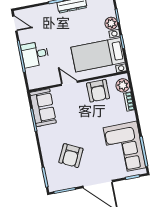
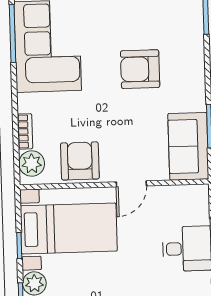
door: (69, 83) -> (131, 184), hinge flipped
armchair: (71, 156) -> (140, 69), moved, turned -116

